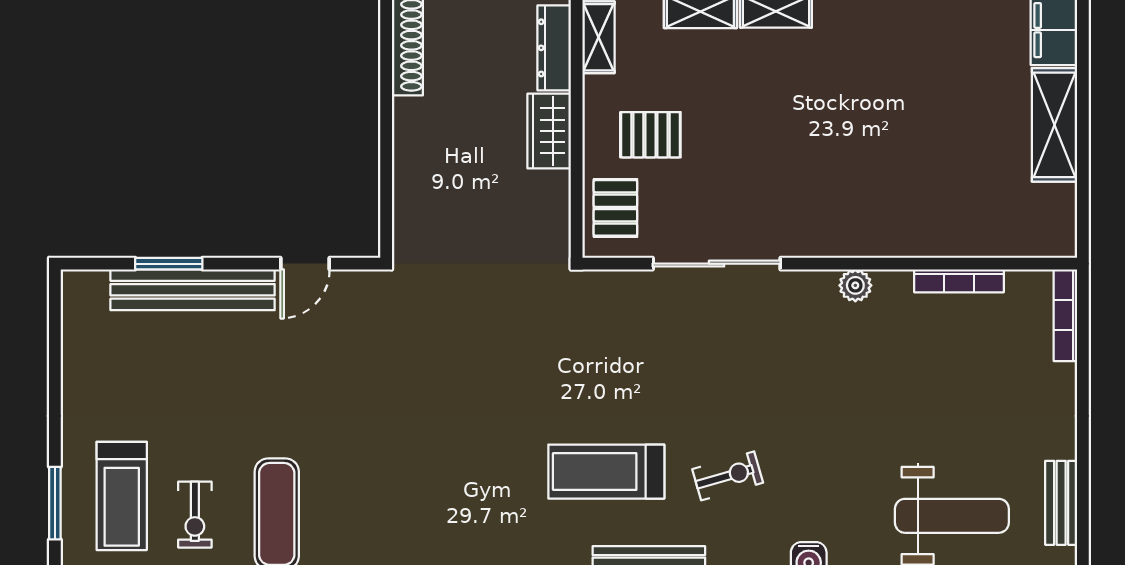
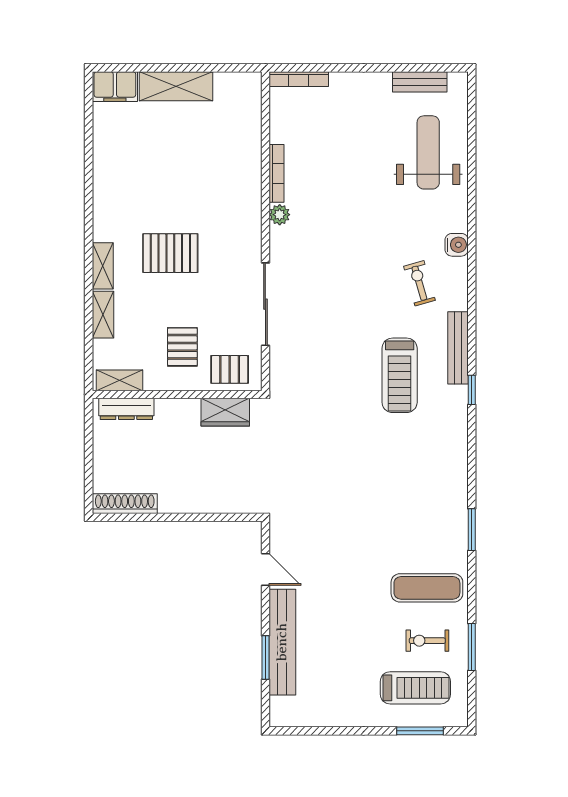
pallet: (796, 116) -> (170, 253), added
wardrobe: (549, 131) -> (225, 412), moved
bookcase: (959, 281) -> (277, 173), moved
exercise bike: (728, 476) -> (419, 283), moved
exercise bike: (195, 515) -> (427, 641), turned 180

